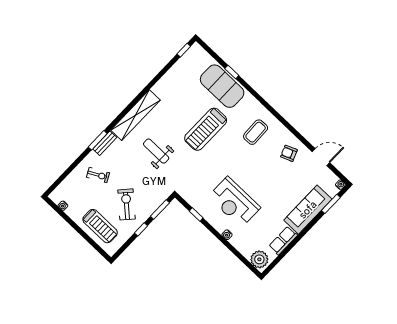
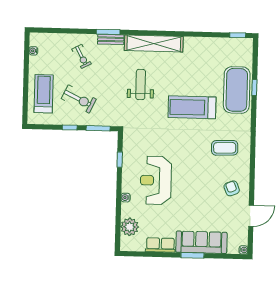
door: (321, 157) -> (251, 216), hinge flipped
exercise bike: (126, 204) -> (79, 99), turned 74
window: (331, 204) -> (192, 255), moved
treadmill: (100, 226) -> (44, 94), turned 180
plant: (259, 259) -> (130, 227), moved

